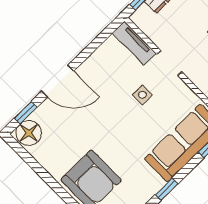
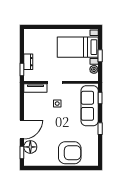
floor lamp: (29, 133) -> (30, 147), moved

